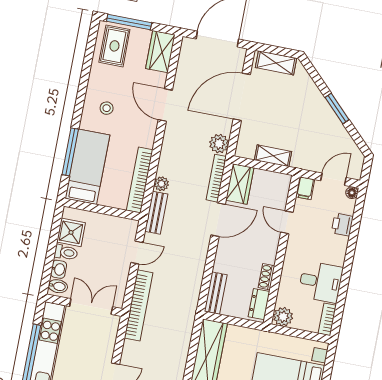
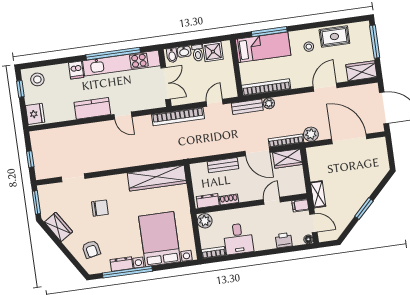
rug: (114, 46) -> (334, 36), moved
shelving: (276, 63) -> (381, 155), removed
shelving: (273, 156) -> (318, 194), moved
door: (137, 252) -> (215, 103), swing flipped
bench: (216, 293) -> (223, 165), moved

